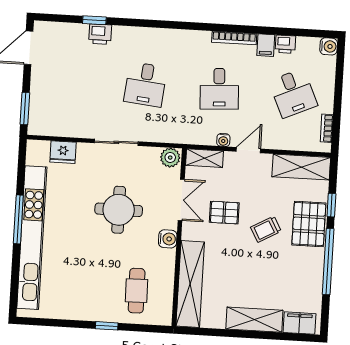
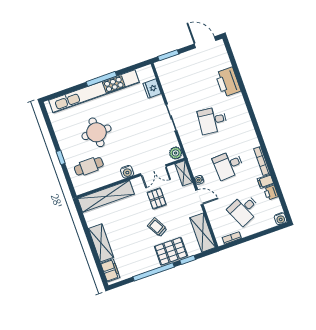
window: (94, 20) -> (238, 74), removed
printer: (100, 34) -> (228, 82), width x1.87, depth x1.48
round table: (119, 210) -> (96, 132), moved

